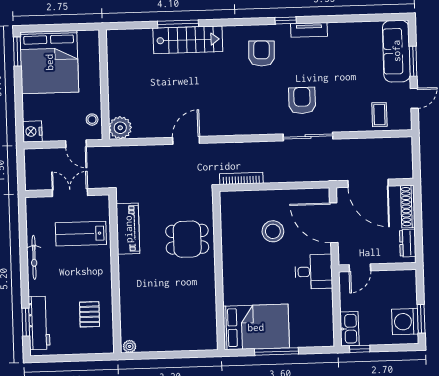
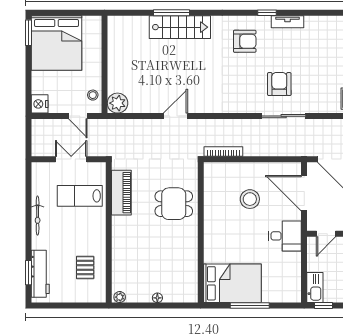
armchair: (261, 53) -> (245, 41), turned 88
floor lamp: (172, 346) -> (157, 298), added

